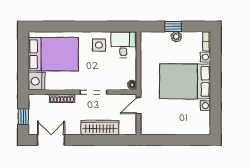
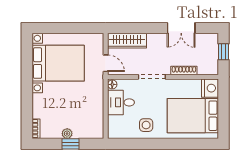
desk: (123, 45) -> (121, 102), moved, turned 90
bed with nightstands: (185, 81) -> (58, 63), moved
door: (138, 105) -> (106, 63), hinge flipped
wardrobe: (100, 128) -> (127, 41), moved
double door: (51, 140) -> (181, 28), moved

